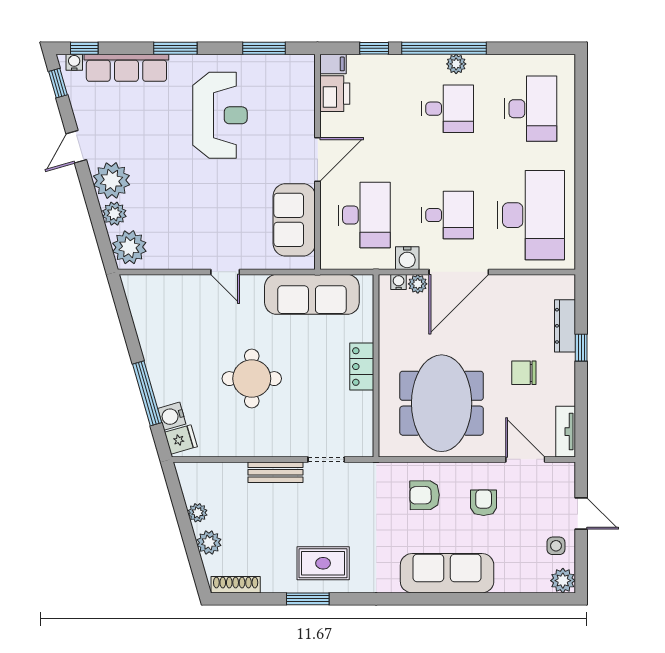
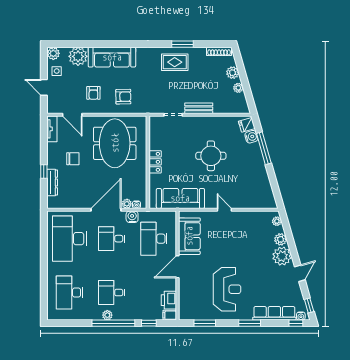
reception desk: (220, 115) -> (227, 289), turned 180
plant: (129, 247) -> (277, 221), width x0.53, depth x0.53
plant: (514, 575) -> (78, 56), added

